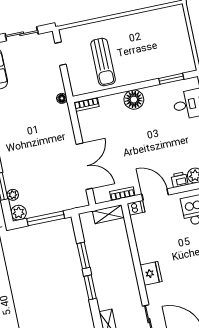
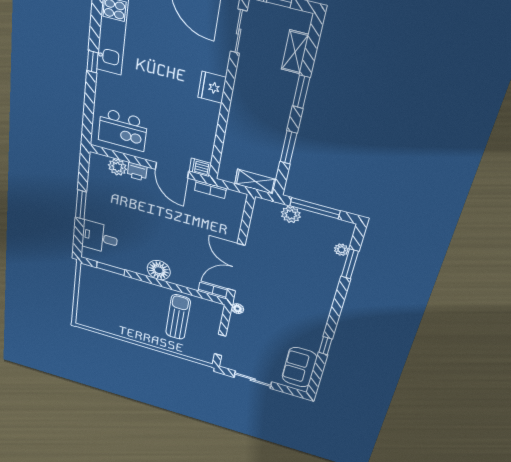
double door: (84, 166) -> (236, 268), moved
plant: (19, 213) -> (291, 215), moved
shelving: (108, 214) -> (255, 182), moved
window: (90, 287) -> (301, 92), moved

